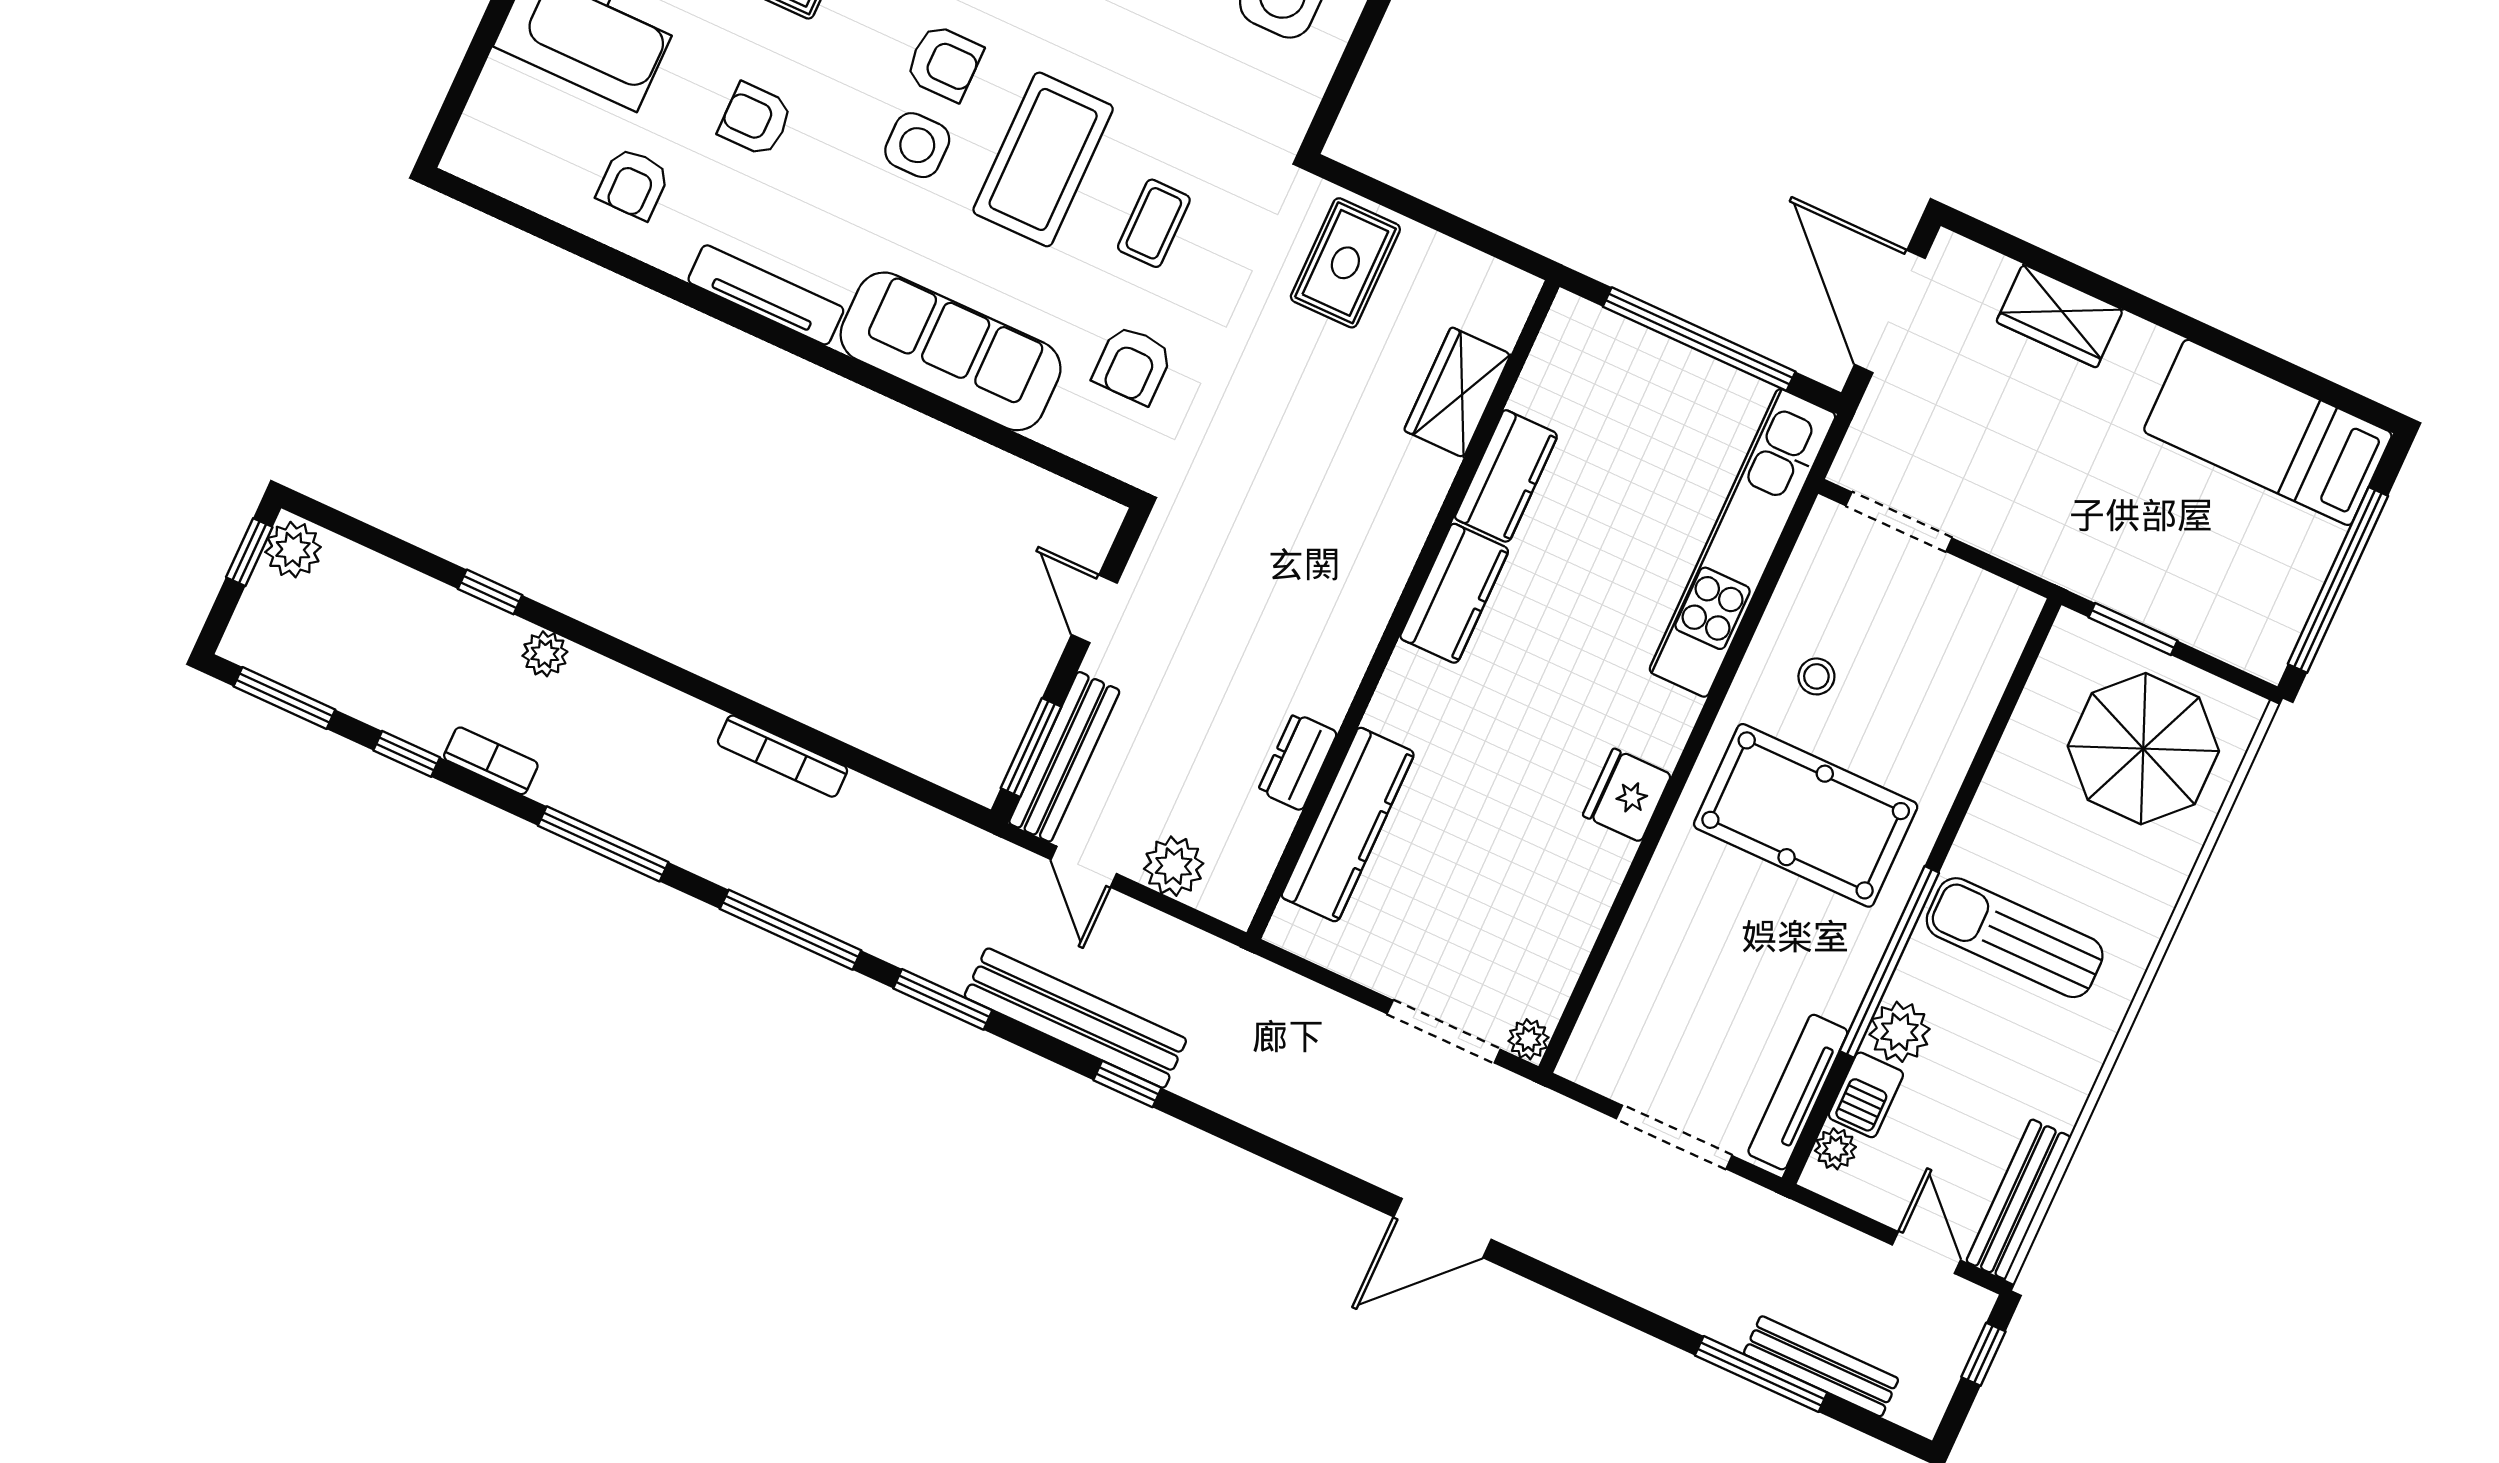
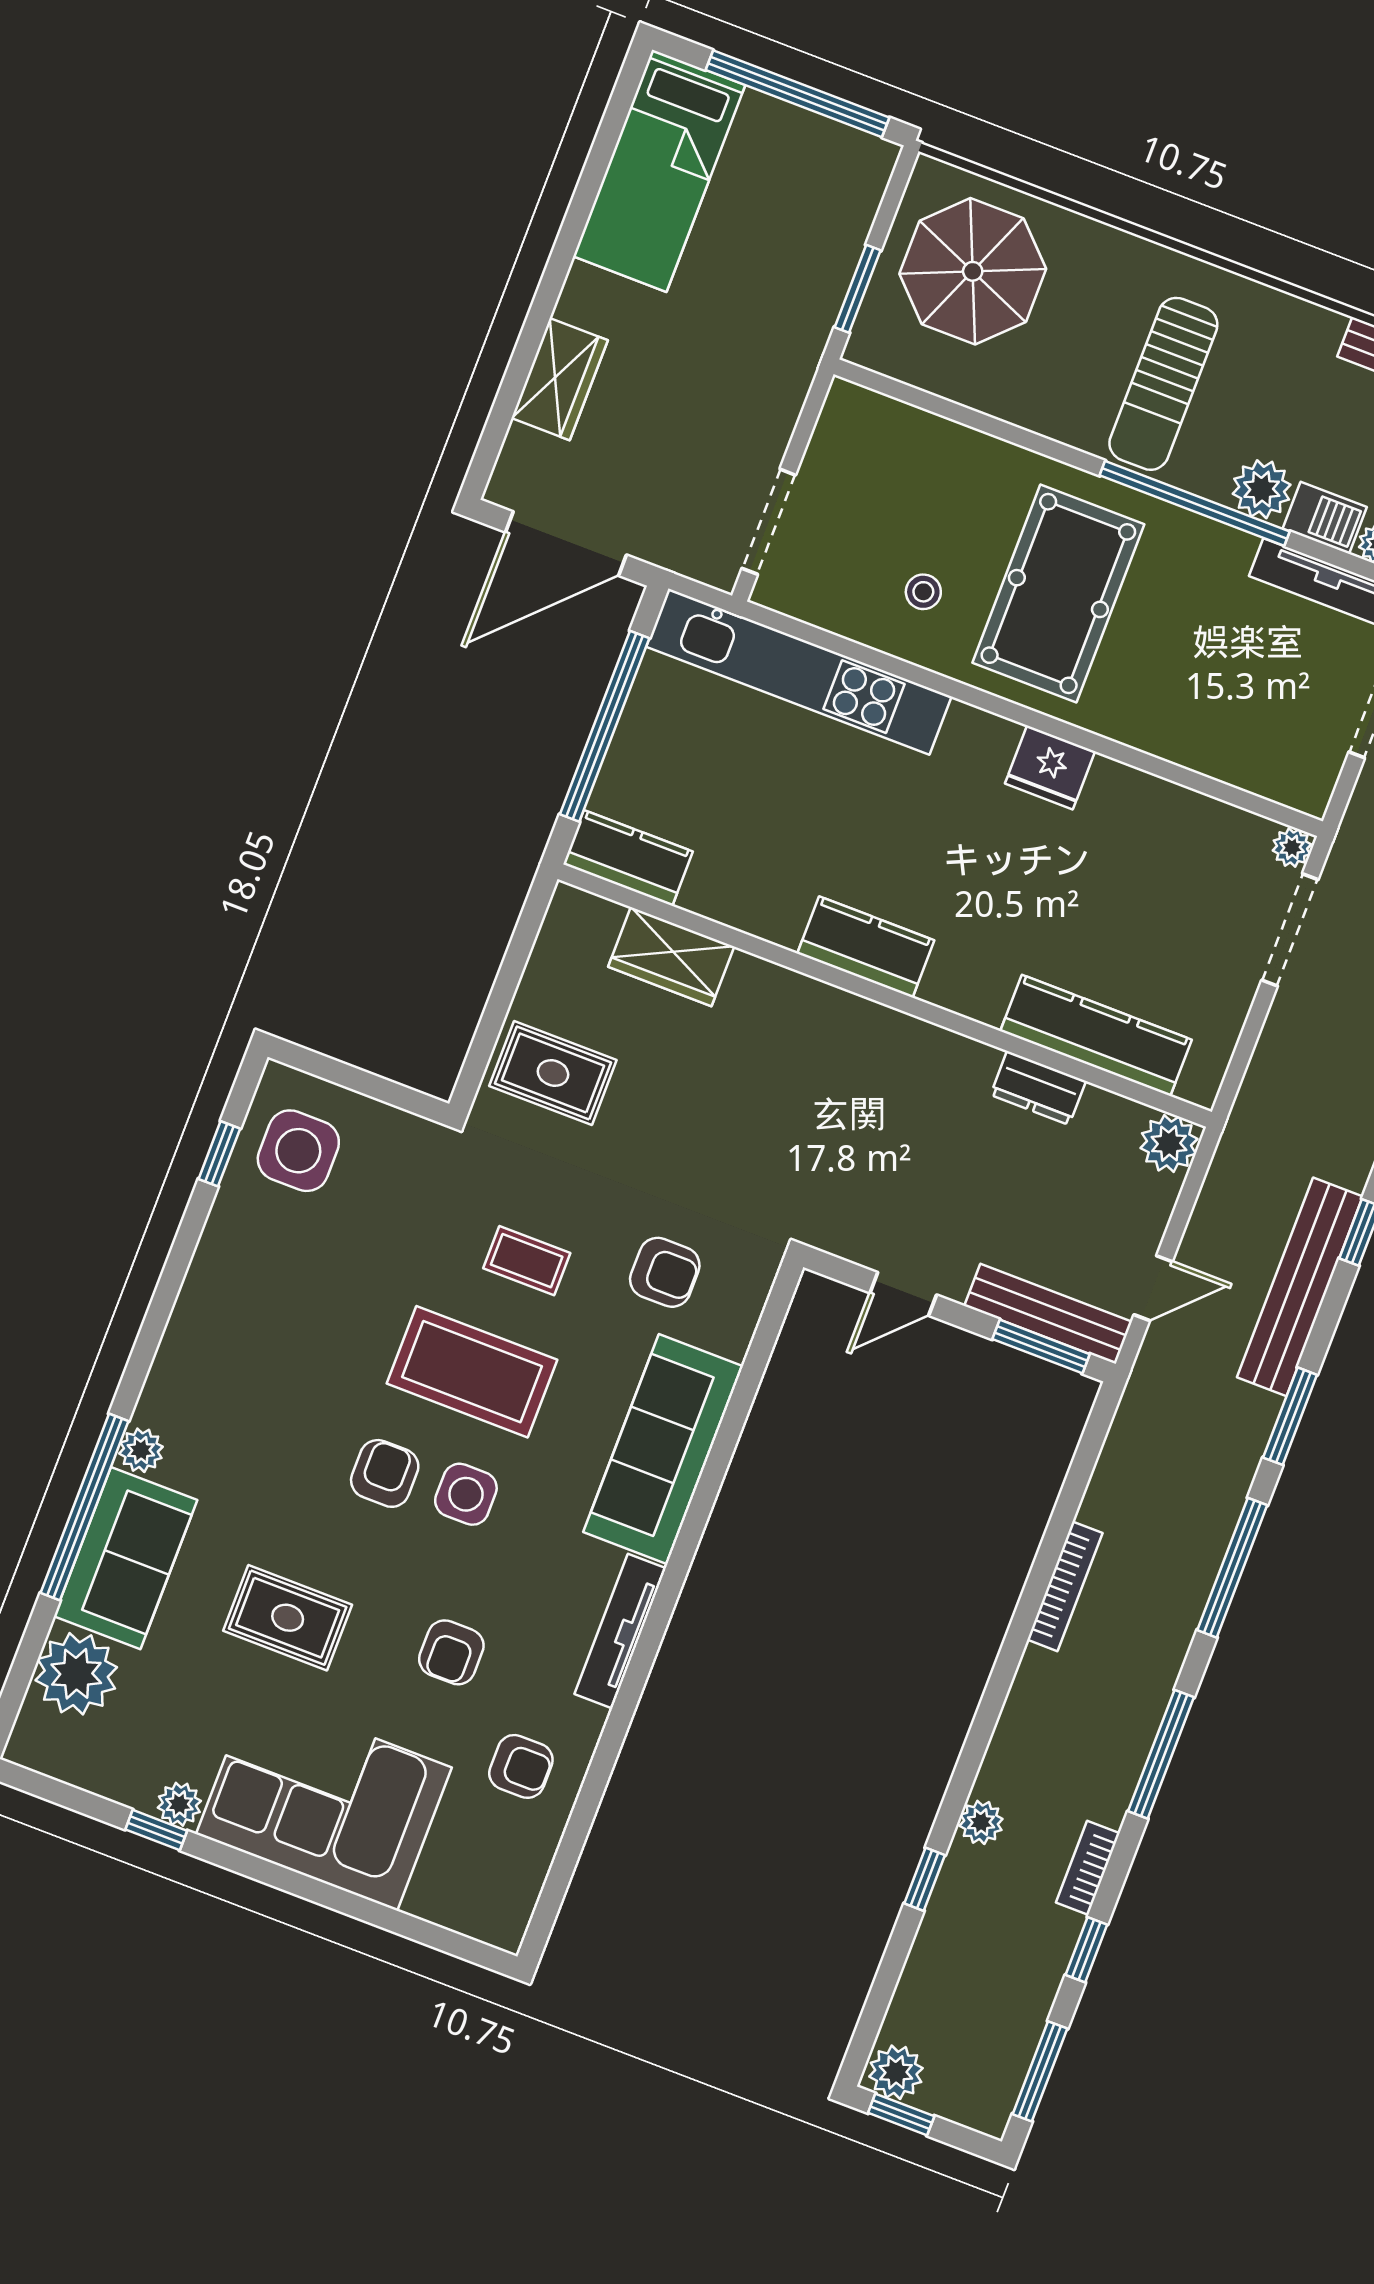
kitchen counter: (1506, 476) -> (628, 858), moved
plant: (1174, 866) -> (1169, 1143), moved

